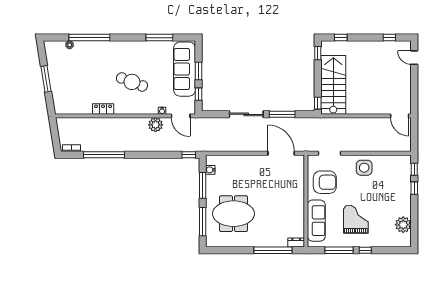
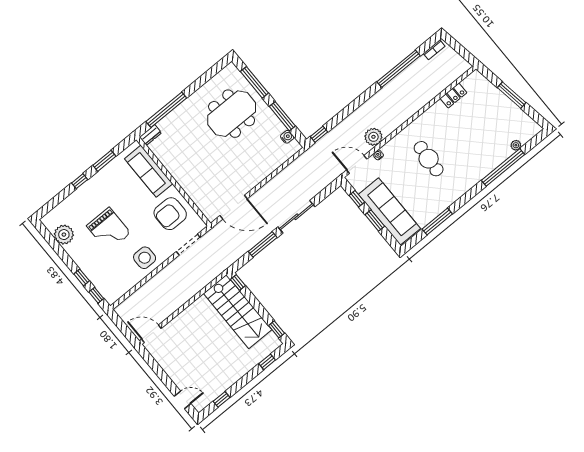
cafe table: (132, 82) -> (429, 159), turned 73
locker: (103, 109) -> (453, 96), moved
grand piano: (356, 219) -> (108, 229), moved
window: (339, 250) -> (104, 161), width x0.69

